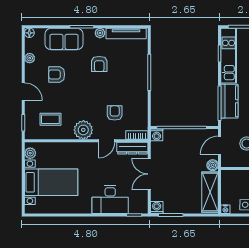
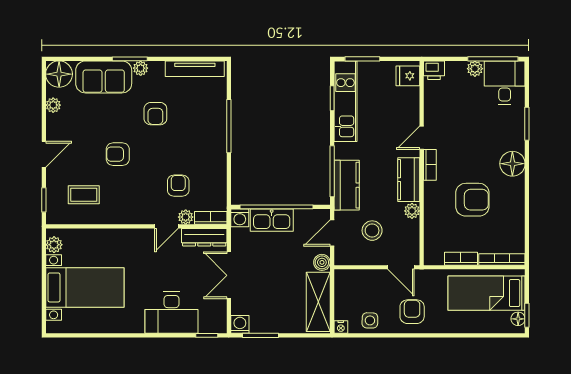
floor lamp: (29, 33) -> (59, 74), width x1.89, depth x1.89
plant: (100, 33) -> (141, 68), moved
armchair: (57, 74) -> (118, 154), moved
door: (23, 92) -> (44, 154), hinge flipped
kitchen counter: (229, 101) -> (347, 185), moved
plant: (83, 130) -> (186, 217), moved, width x0.53, depth x0.53
kitchen sink: (178, 136) -> (272, 220), added

